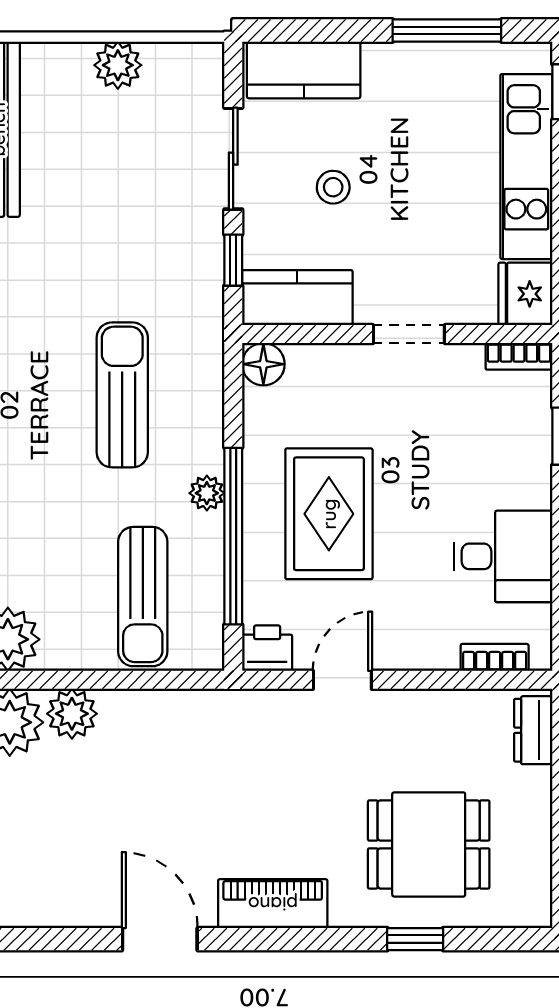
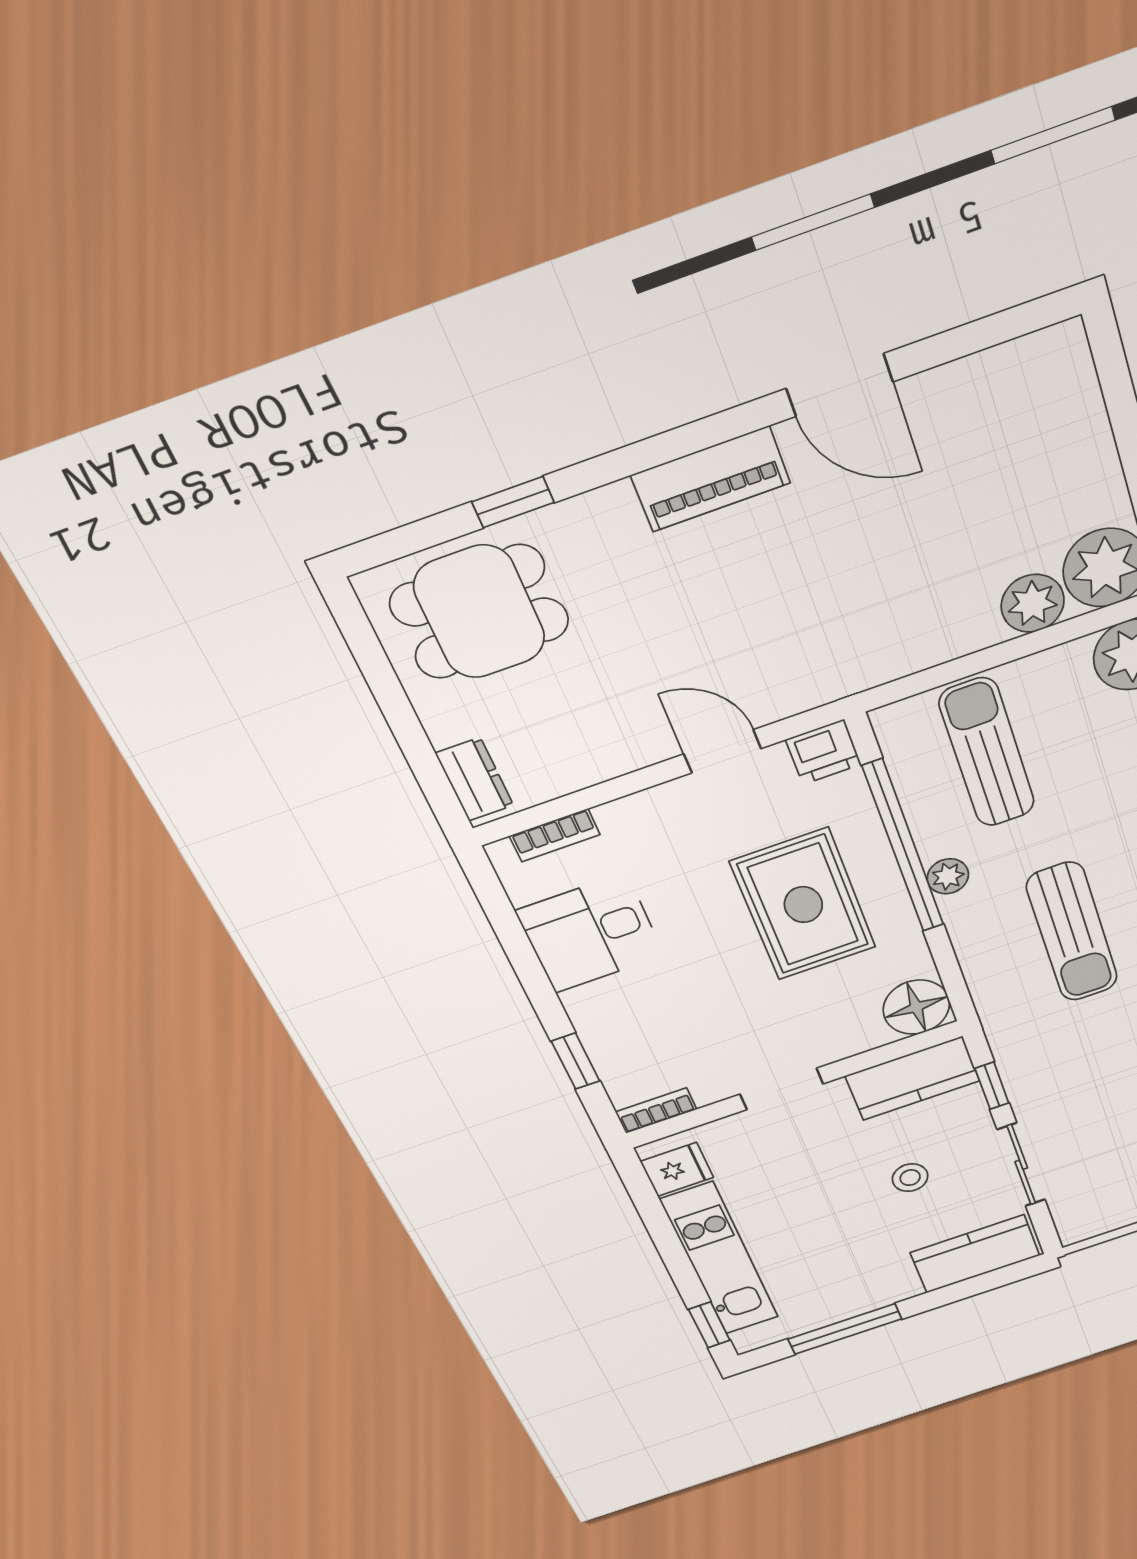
fridge: (525, 294) -> (677, 1169), width x0.72
floor lamp: (263, 364) -> (916, 1007), width x1.38, depth x1.38
door: (342, 680) -> (722, 751), swing flipped
dining table: (429, 844) -> (480, 612), moved

